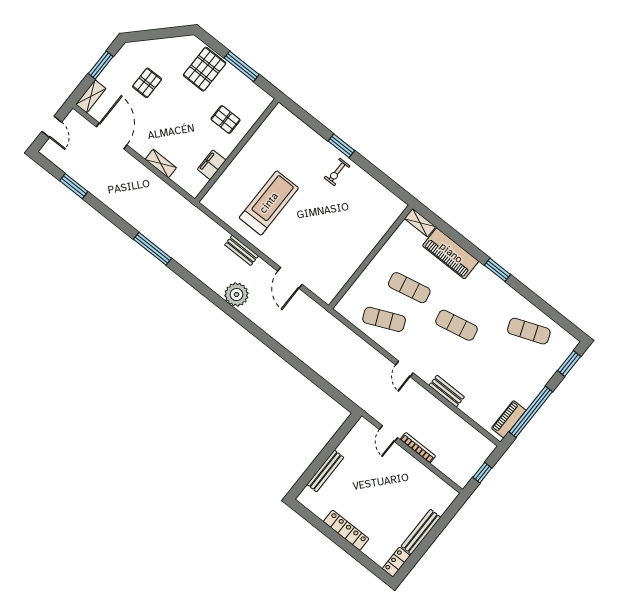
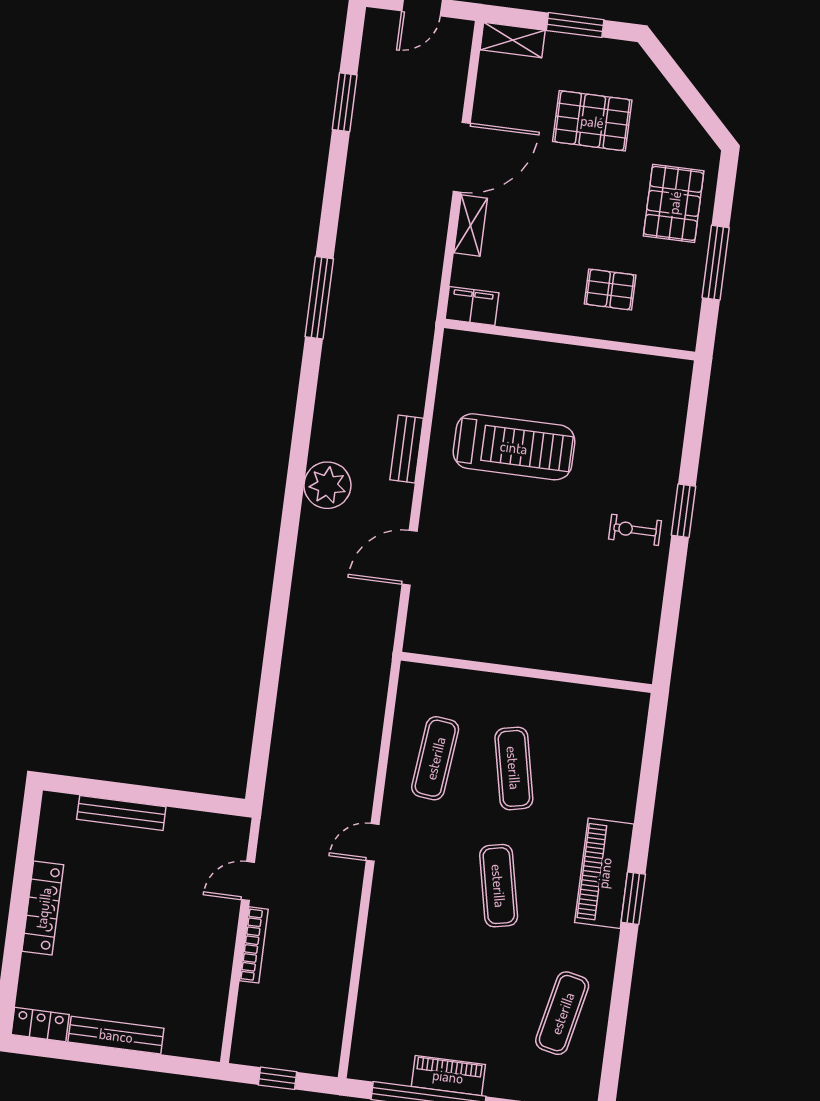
pallet: (205, 69) -> (674, 203), turned 90
pallet: (147, 83) -> (592, 121), width x1.50, depth x1.42
pallet: (225, 120) -> (610, 290), turned 90
door: (112, 136) -> (462, 157), moved
filing cabinet: (212, 165) -> (472, 306), moved
shelving: (420, 223) -> (634, 720), removed
piano: (451, 253) -> (604, 873), moved
exercise mat: (384, 319) -> (435, 758), turned 30
exercise mat: (529, 331) -> (562, 1013), turned 33
bench: (447, 391) -> (378, 936), removed
piano: (509, 419) -> (448, 1076), moved

